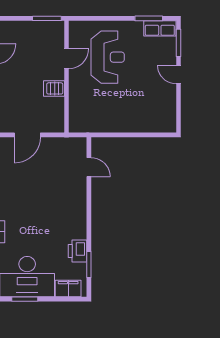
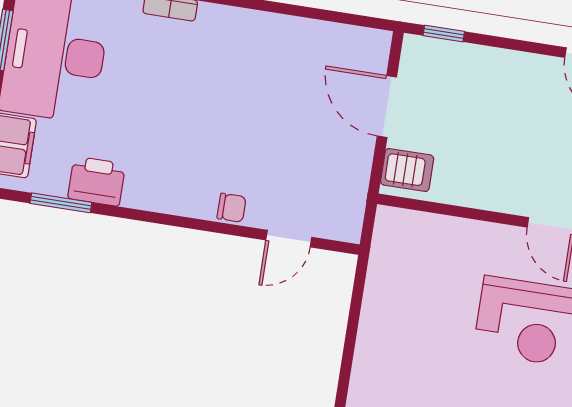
server rack: (54, 88) -> (407, 170), moved, turned 90
chair: (80, 193) -> (232, 208), added

